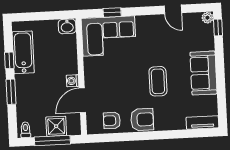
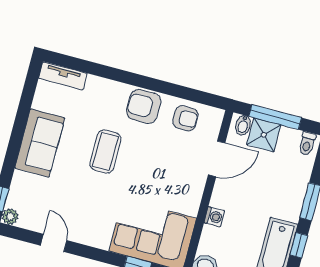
washing machine: (73, 81) -> (214, 217), moved
bidet: (72, 128) -> (243, 125), added

